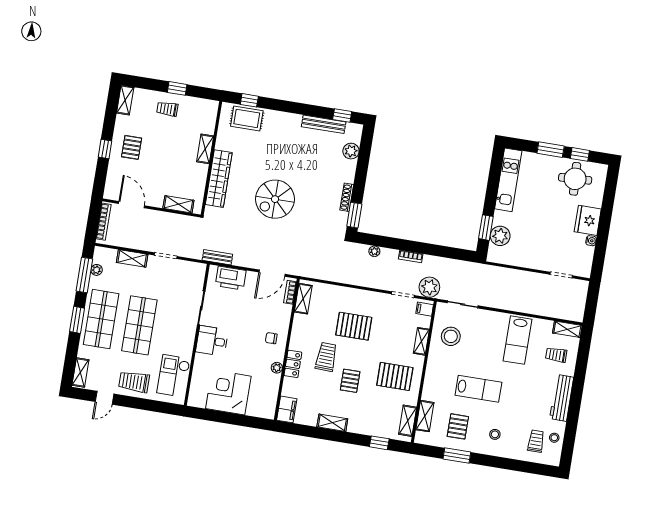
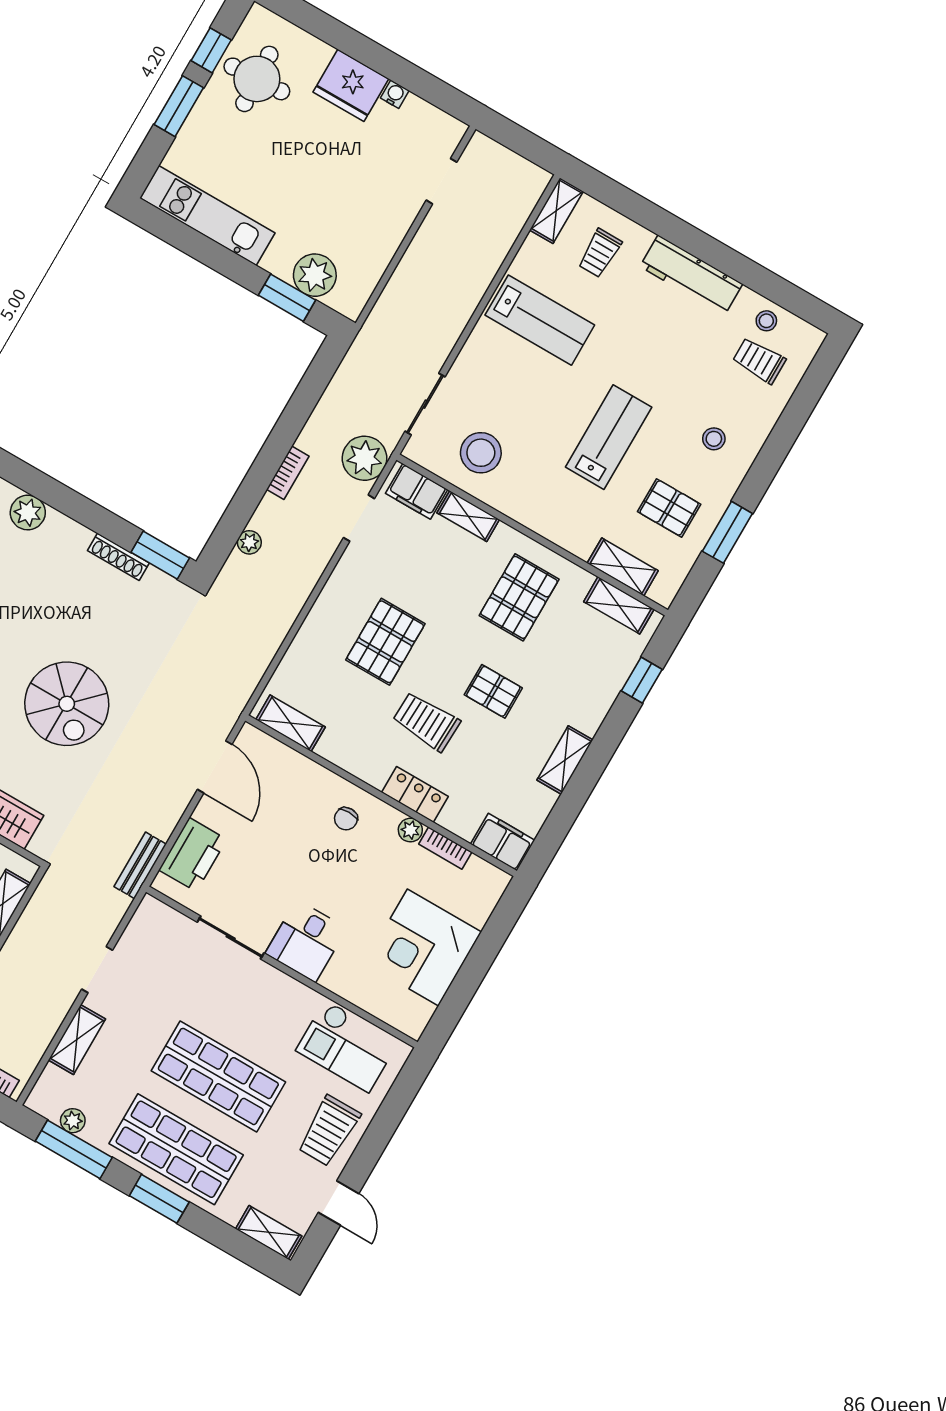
bookcase: (290, 292) -> (445, 848), moved
filing cabinet: (425, 309) -> (417, 491), width x2.00

